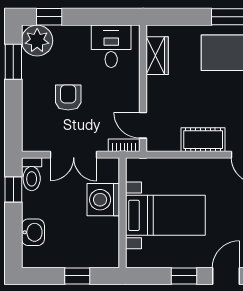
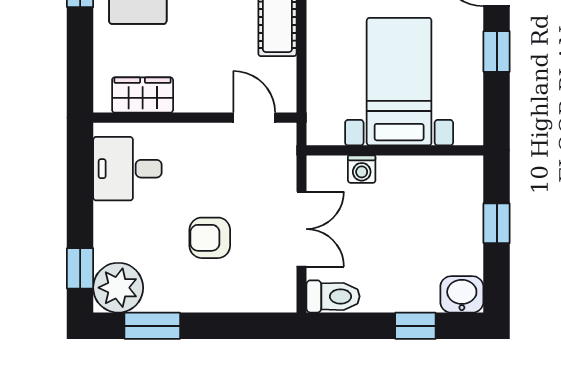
door: (143, 125) -> (254, 118), swing flipped
bookcase: (124, 145) -> (286, 148), removed
window: (13, 189) -> (415, 326), moved
washing machine: (103, 200) -> (362, 169), width x0.53, depth x0.53
washbasin: (33, 232) -> (462, 294), moved

